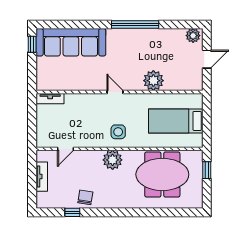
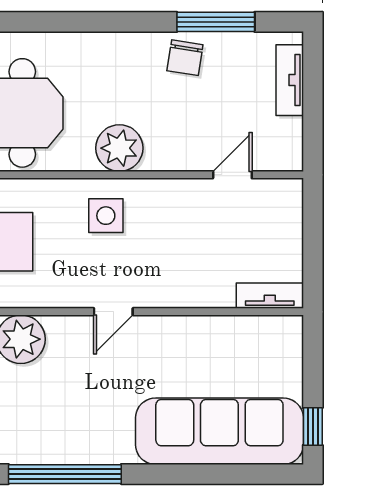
door: (115, 92) -> (113, 312), hinge flipped
tv unit: (42, 177) -> (290, 80), moved
window: (72, 212) -> (216, 22), width x2.17

